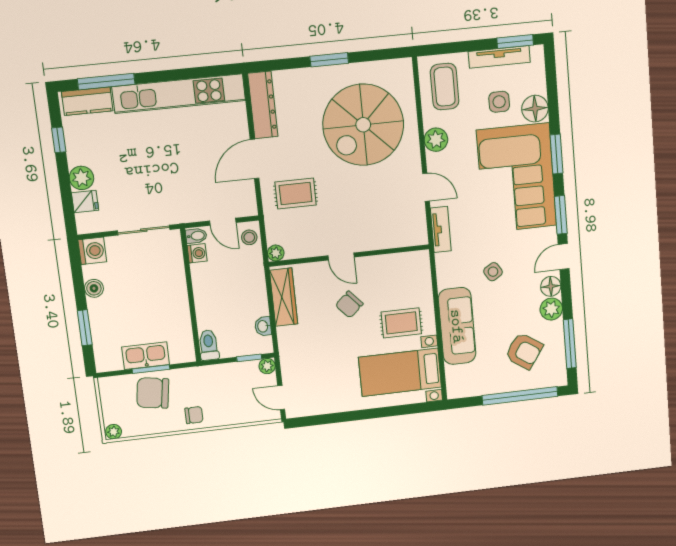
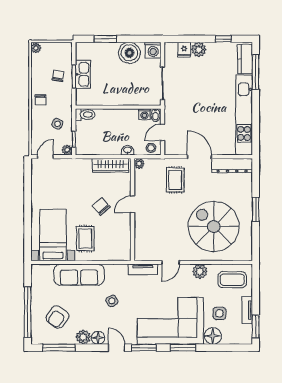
tv unit: (499, 57) -> (247, 310), width x0.71
boiler: (94, 288) -> (129, 53), width x1.86, depth x1.86
washbasin: (263, 326) -> (128, 150), moved
side table: (228, 385) -> (57, 124), added
chair: (153, 393) -> (58, 76), width x0.54, depth x0.54

